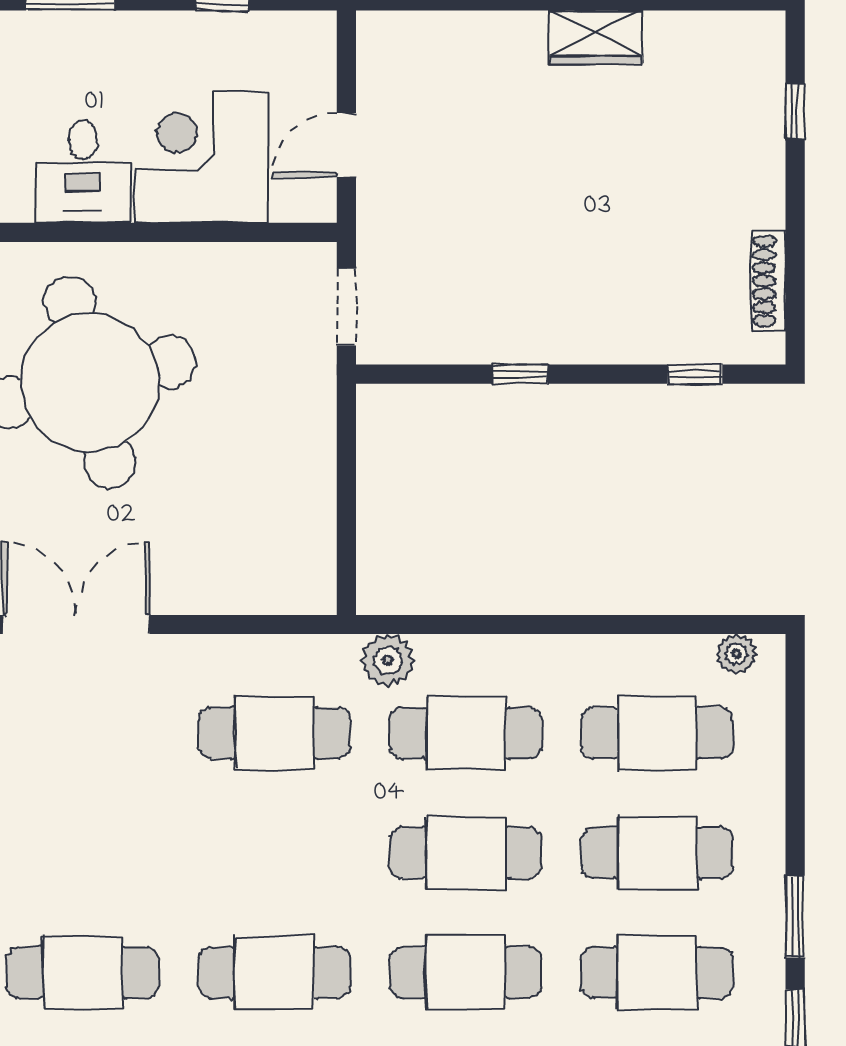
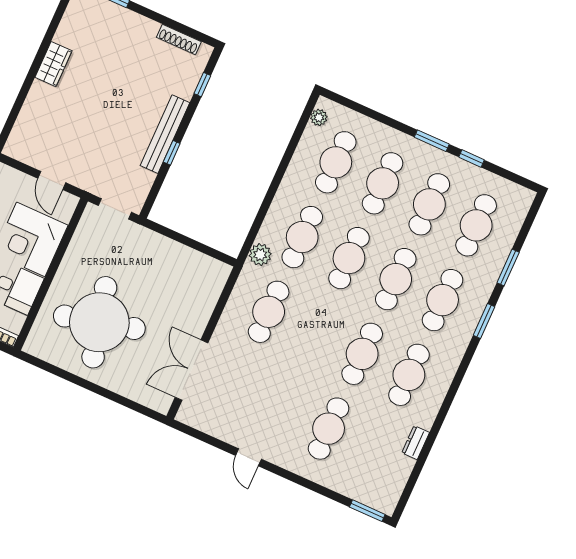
bench: (553, 342) -> (165, 134), added

